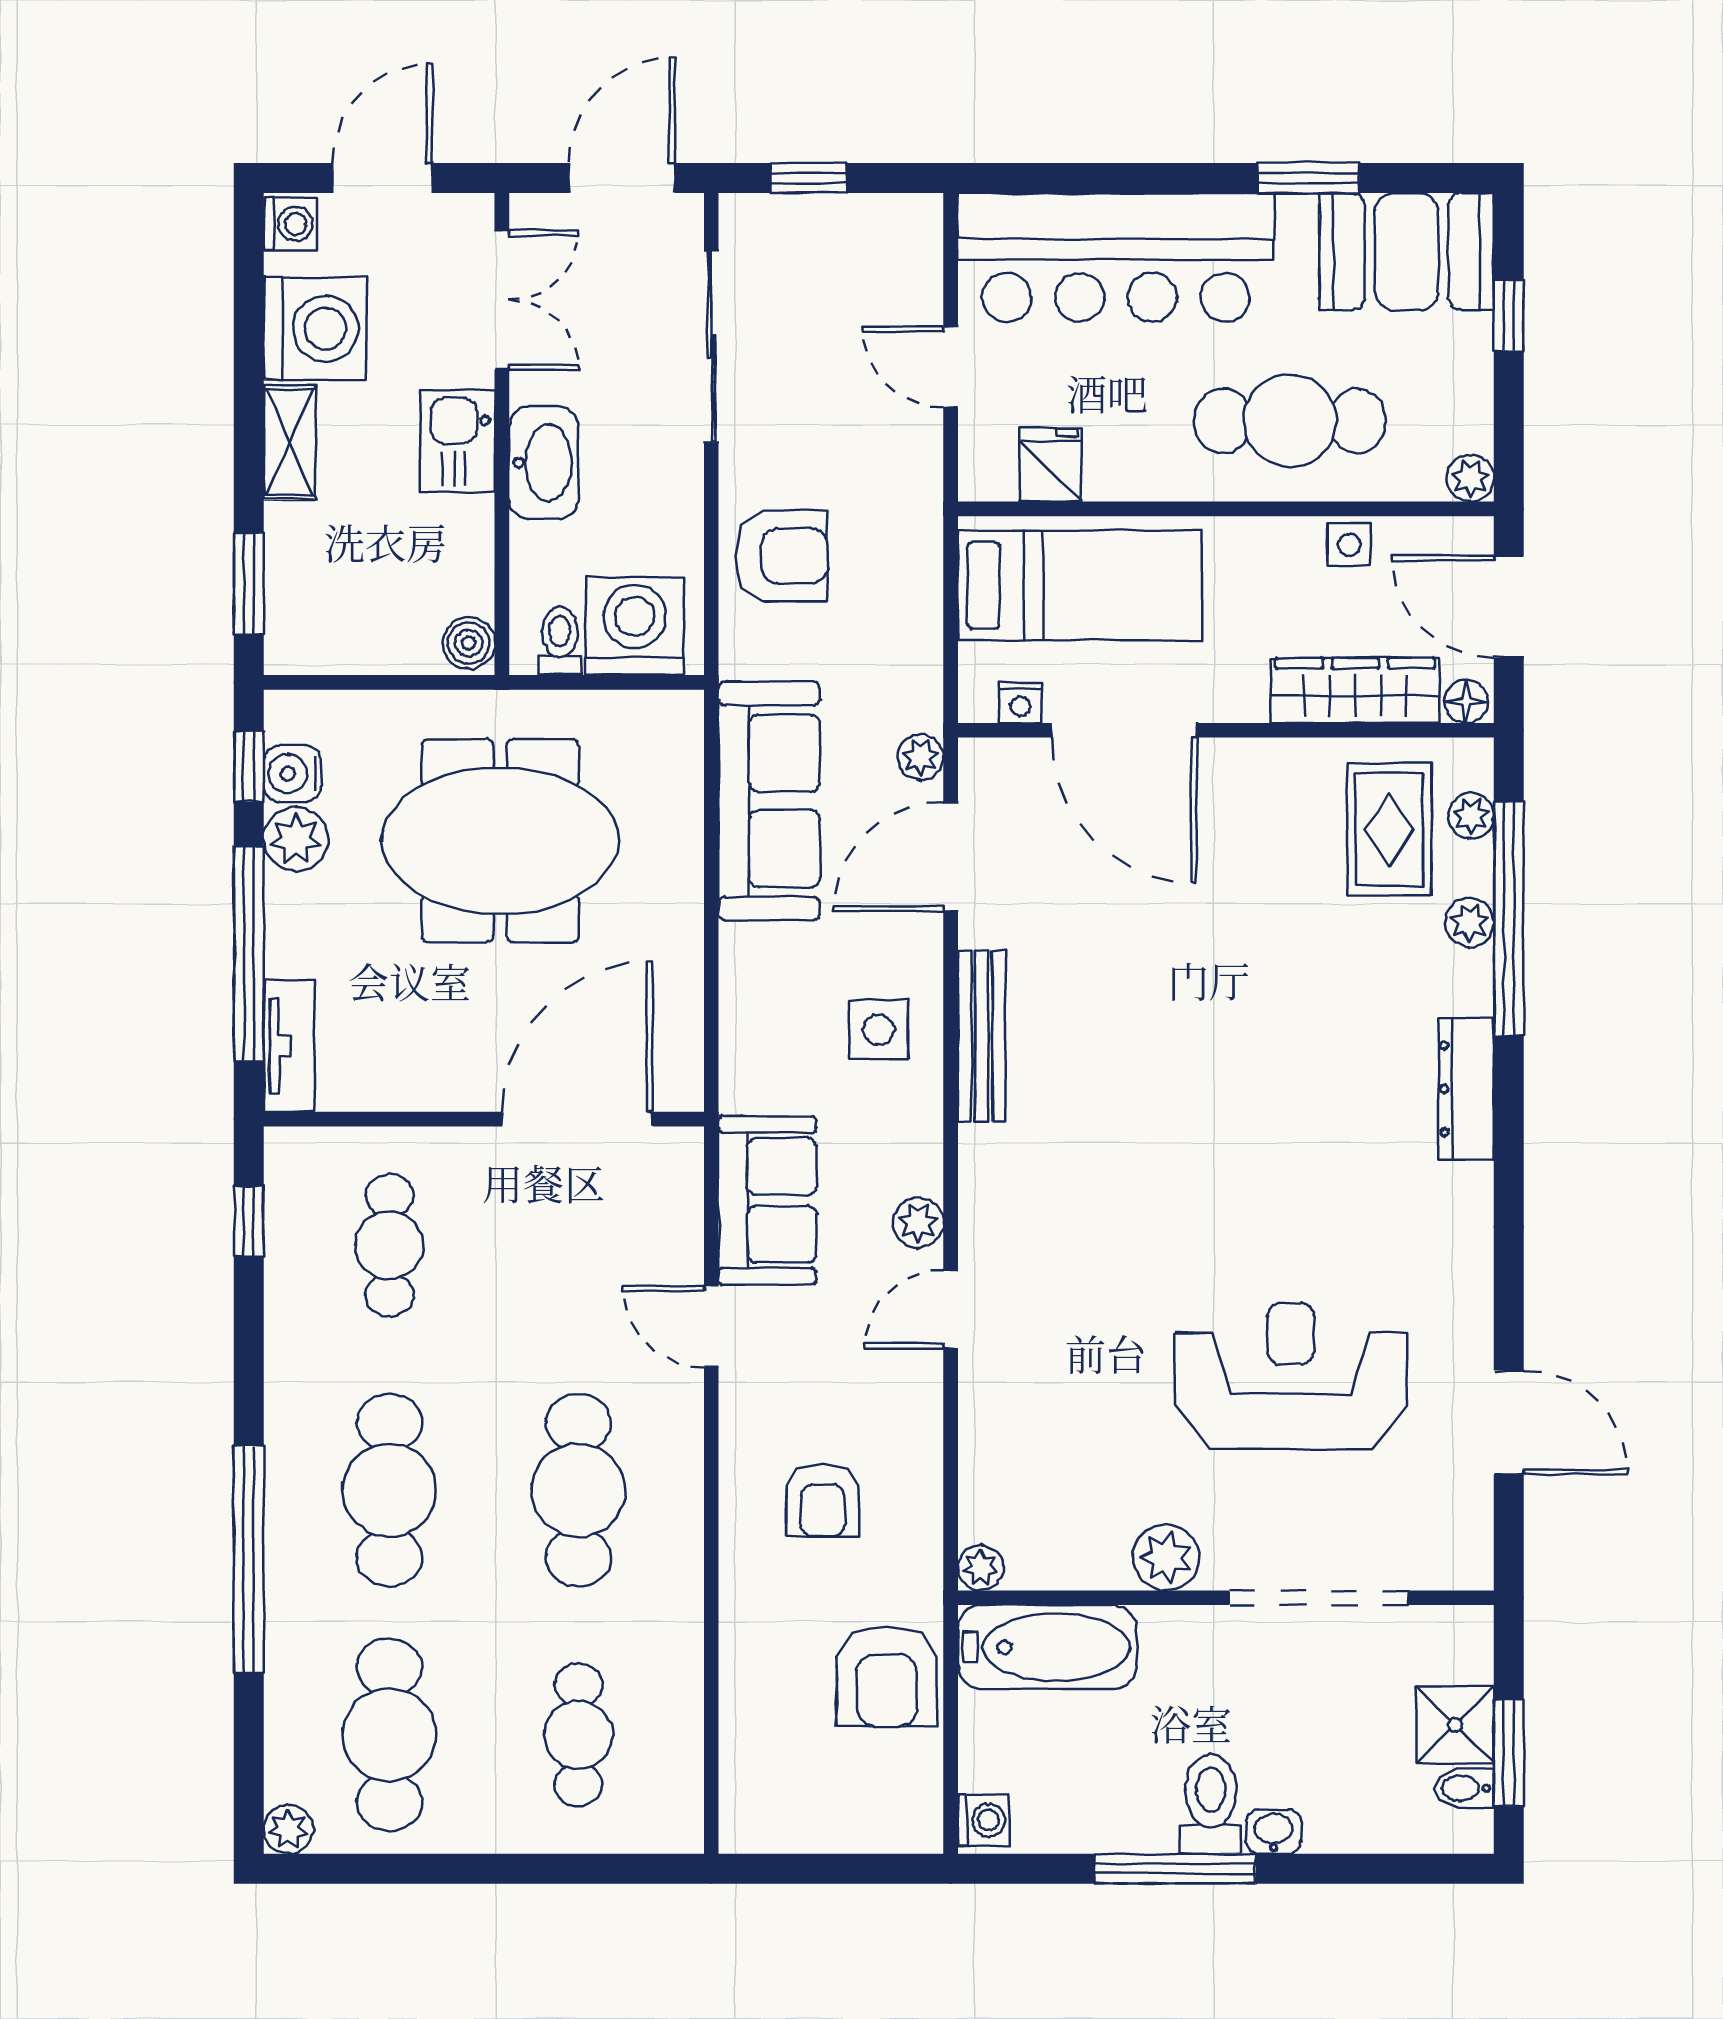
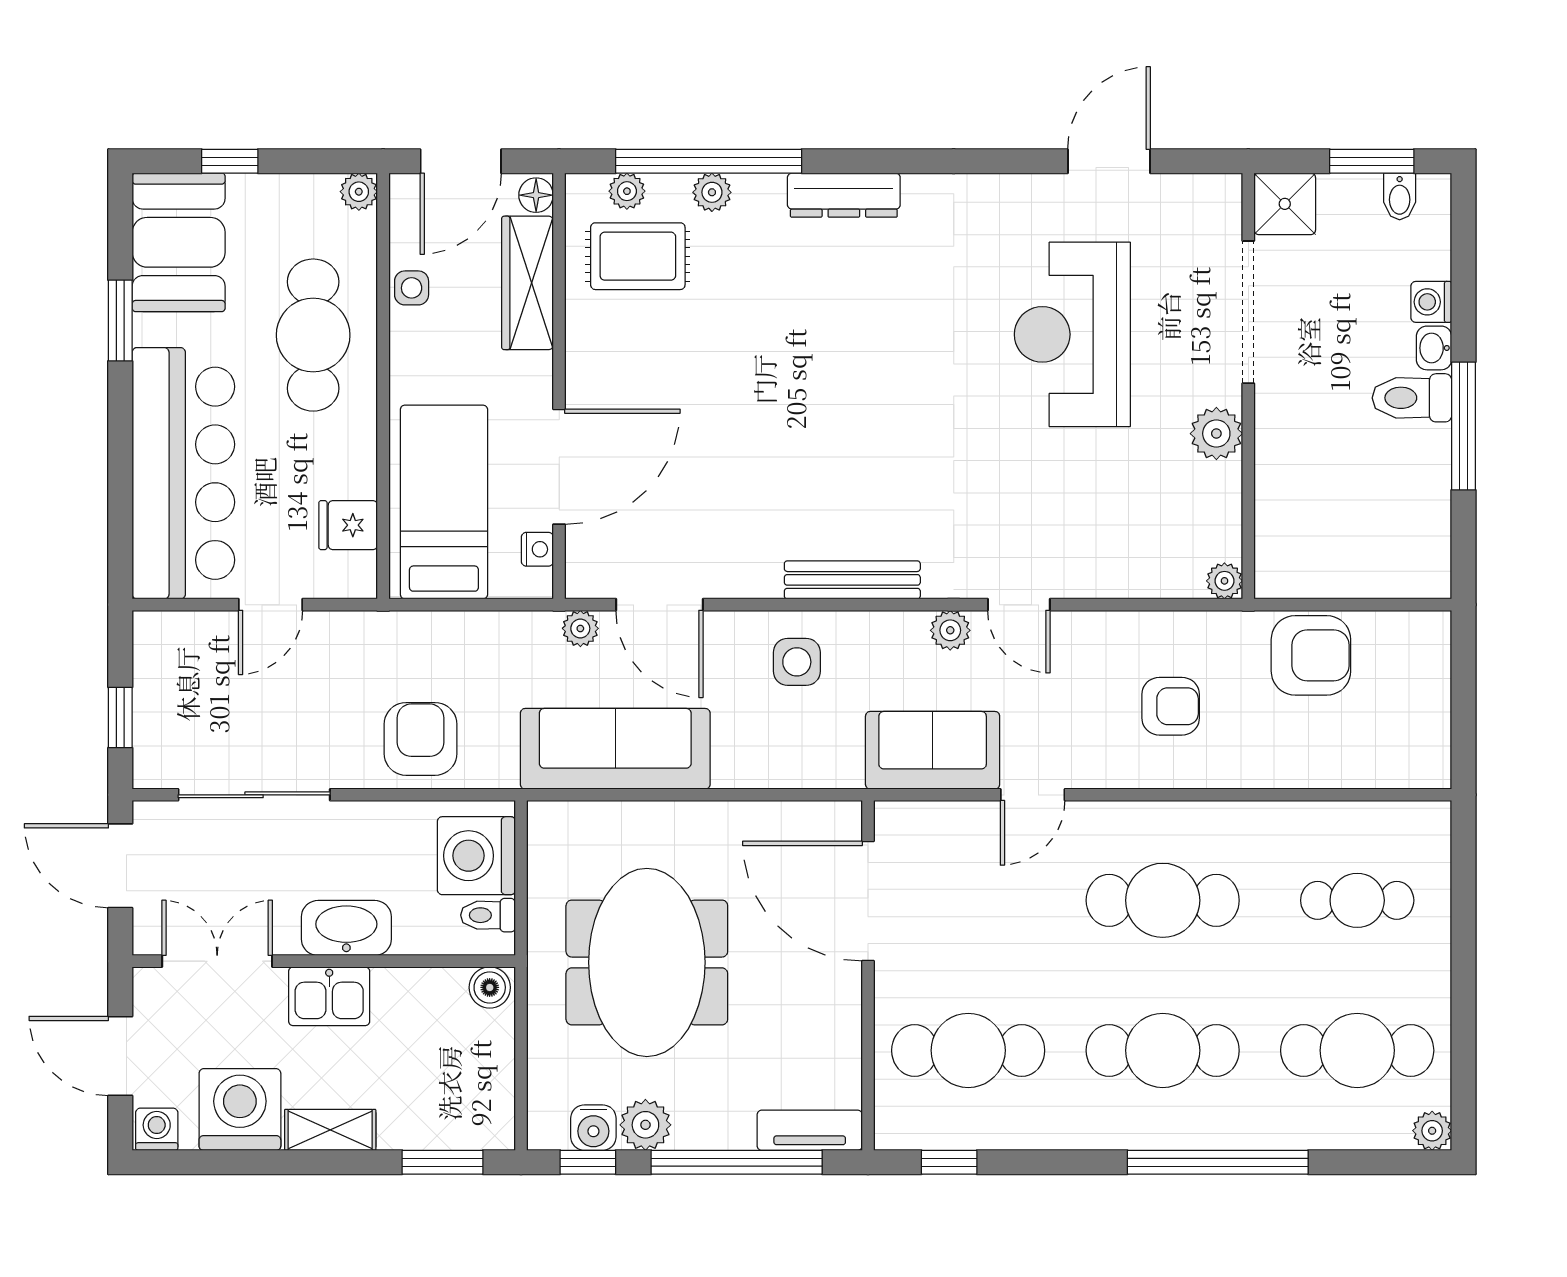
bench: (982, 1036) -> (852, 580), moved
cafe table: (389, 1245) -> (968, 1050), width x1.37, depth x1.35
bathtub: (1047, 1647) -> (1288, 528), removed
shower: (1455, 1725) -> (1285, 204), moved
washing machine: (983, 1820) -> (1431, 302), moved, turned -90

